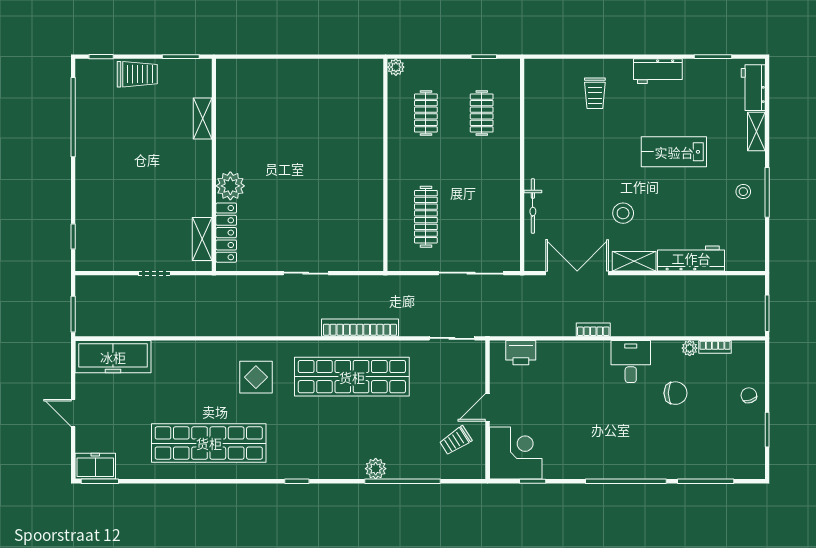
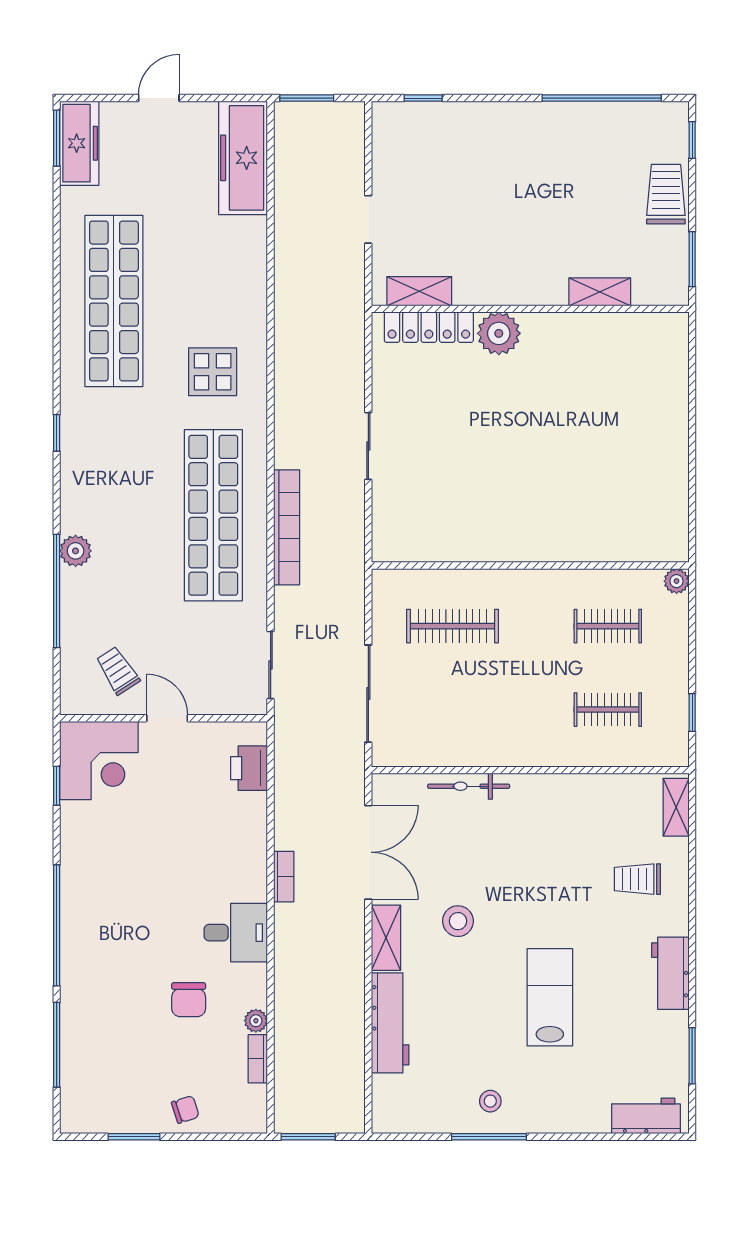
trolley: (137, 74) -> (666, 194), turned 180
shelving: (756, 132) -> (676, 807), moved, turned 90
freezer: (95, 466) -> (79, 143), width x1.40

